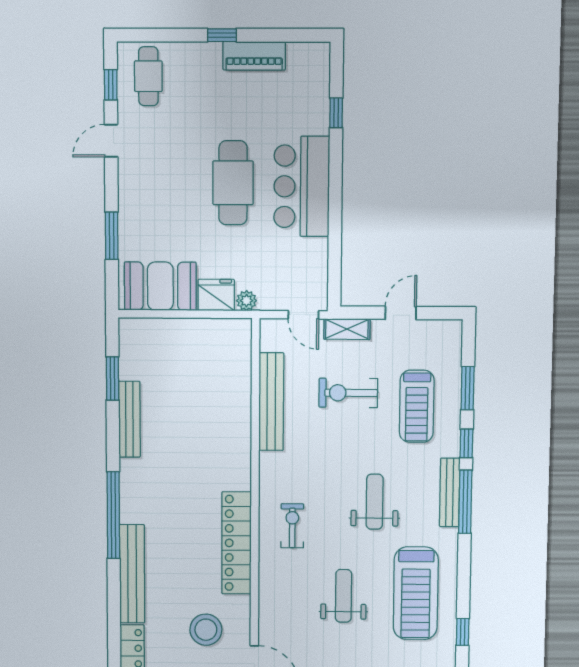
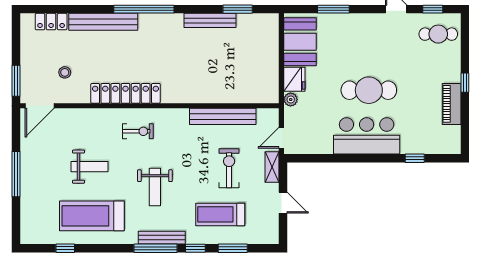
weight bench: (375, 502) -> (155, 187), turned 90
stool: (206, 630) -> (65, 72), width x0.53, depth x0.53

